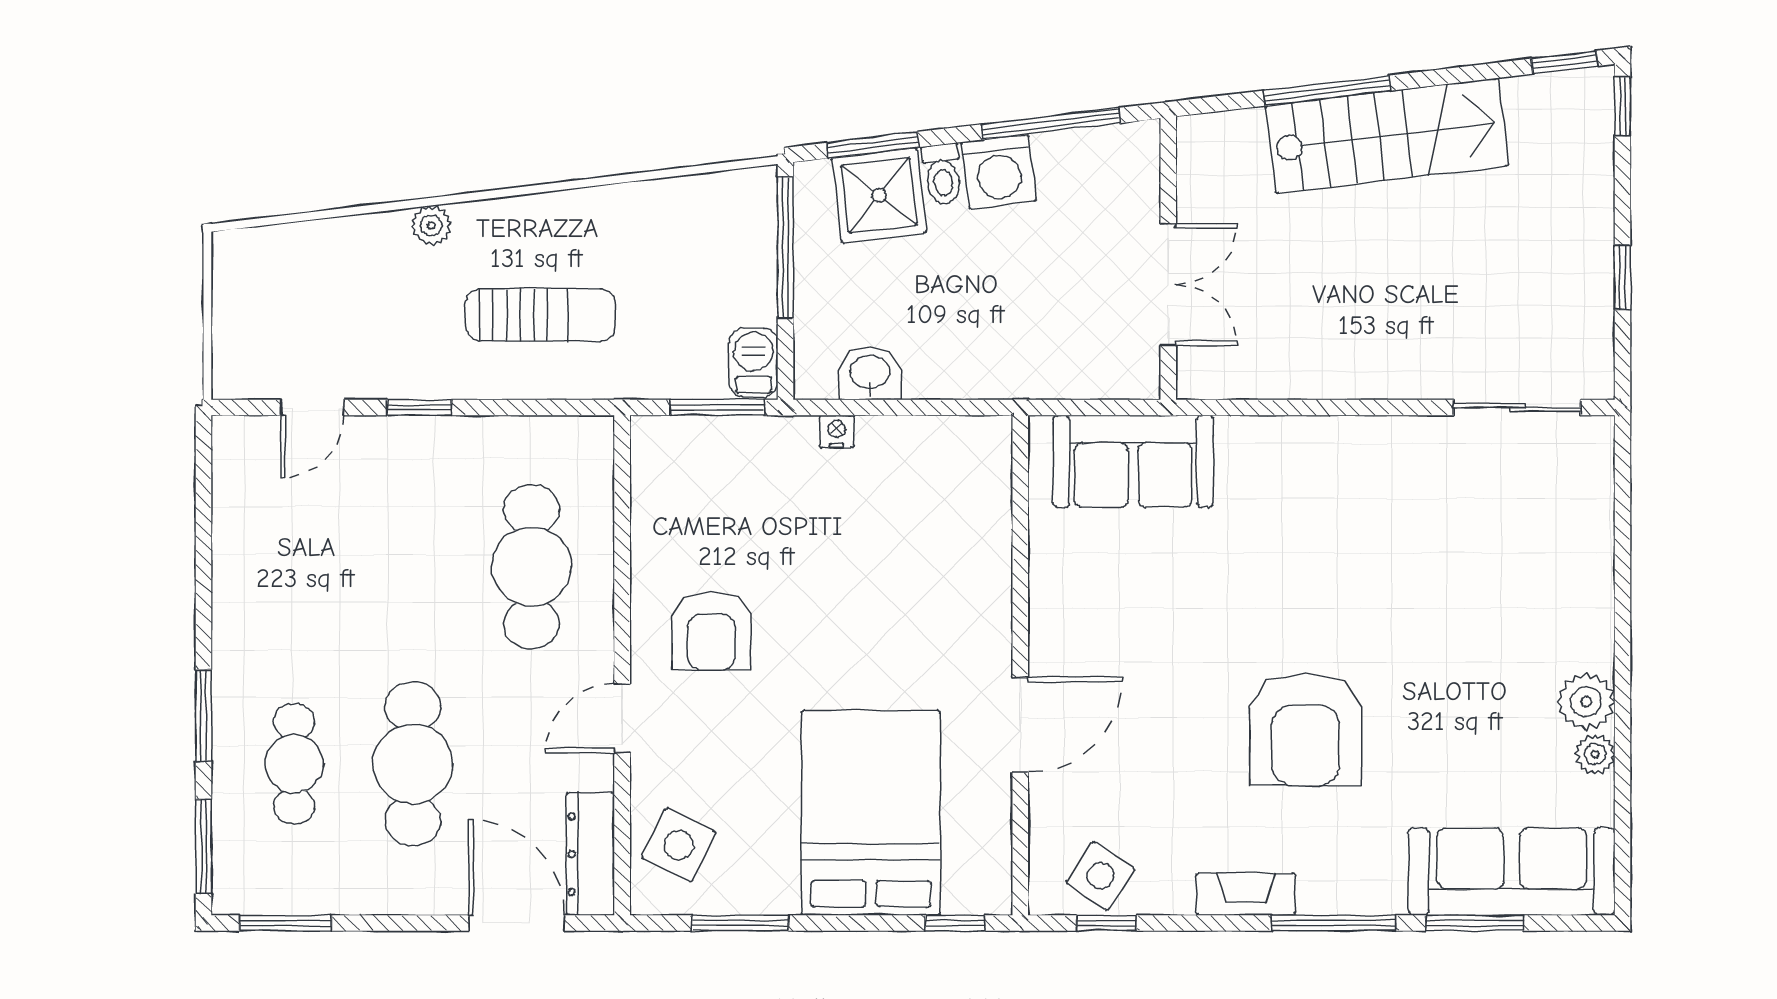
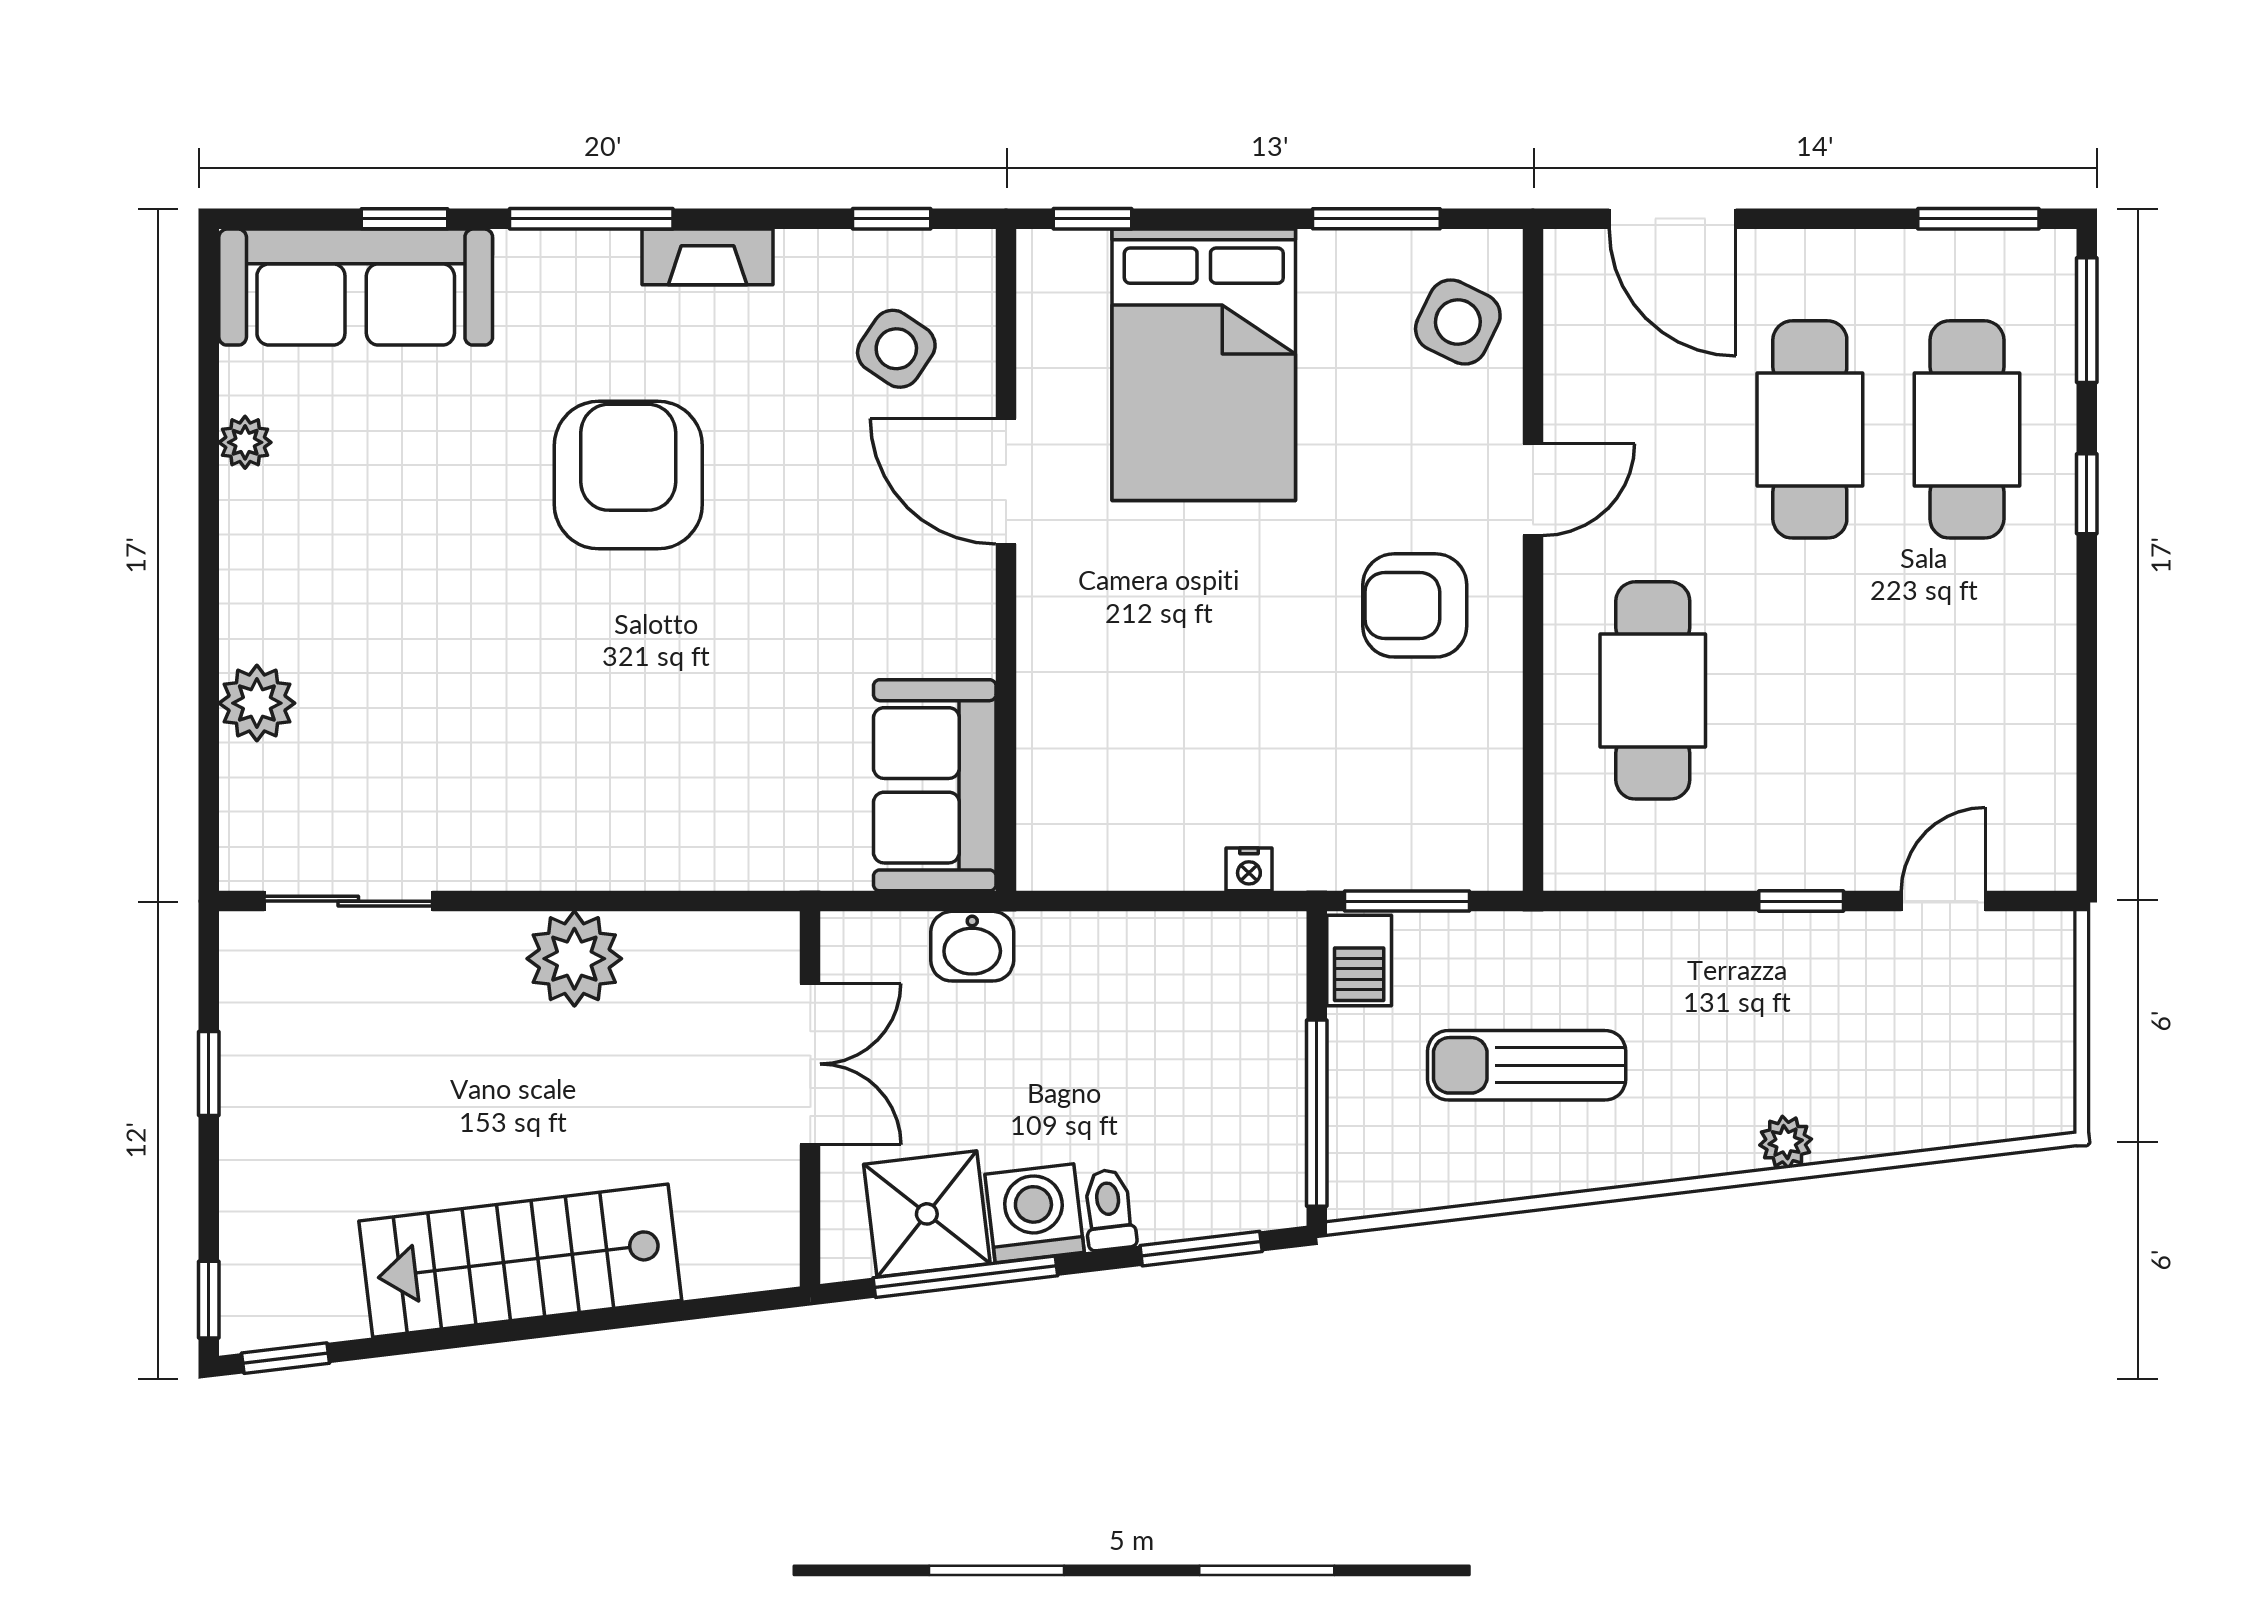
window: (1327, 91) -> (600, 1321), removed
shower: (879, 195) -> (927, 1214), moved
double door: (1168, 284) -> (810, 1064), swing flipped
sun lounger: (540, 315) -> (1527, 1065), moved
plant: (1346, 364) -> (574, 959), added
washbasin: (870, 373) -> (972, 946), moved
sofa: (1133, 461) -> (935, 785), moved, turned -90
armchair: (711, 631) -> (1415, 605), turned -90
plant: (1586, 702) -> (257, 703), moved
window: (204, 715) -> (2087, 494), width x0.67
door: (1020, 725) -> (1006, 481), hinge flipped
cafe table: (294, 764) -> (1967, 429), width x1.37, depth x1.35
dresser: (590, 854) -> (1575, 310), removed
side table: (1100, 876) -> (896, 349), moved
window: (1475, 923) -> (405, 219), width x0.67

